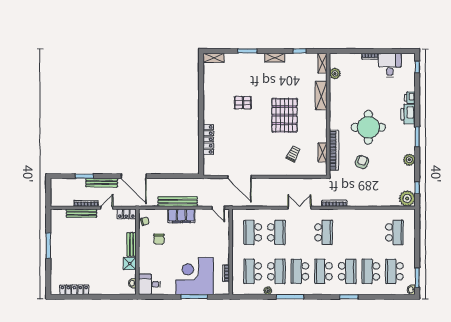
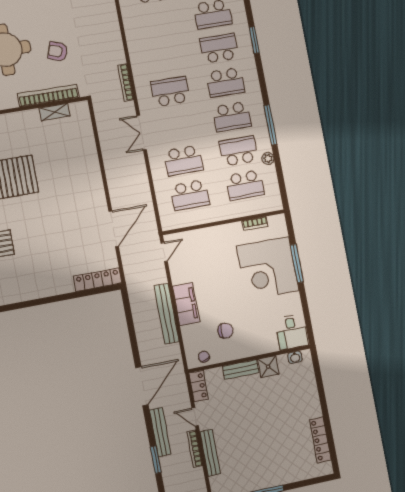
locker: (208, 139) -> (98, 280), moved
trolley: (293, 154) -> (65, 155), removed
school desk: (276, 232) -> (183, 160), turned 180

